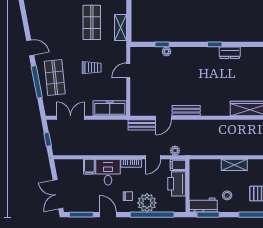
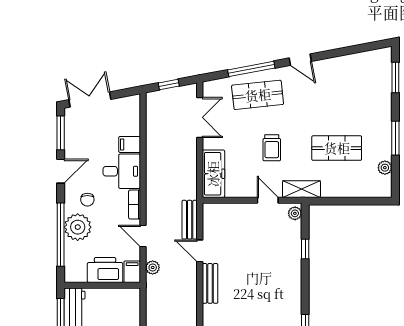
shelving: (120, 28) -> (301, 189), moved
door: (30, 48) -> (300, 60), hinge flipped
plant: (166, 52) -> (295, 213), moved

